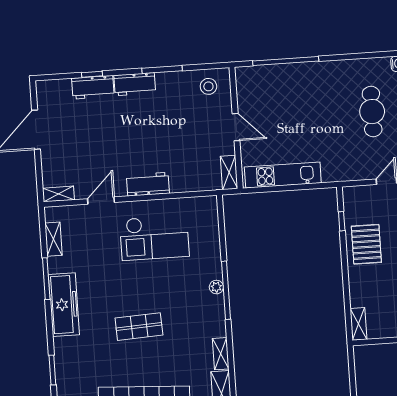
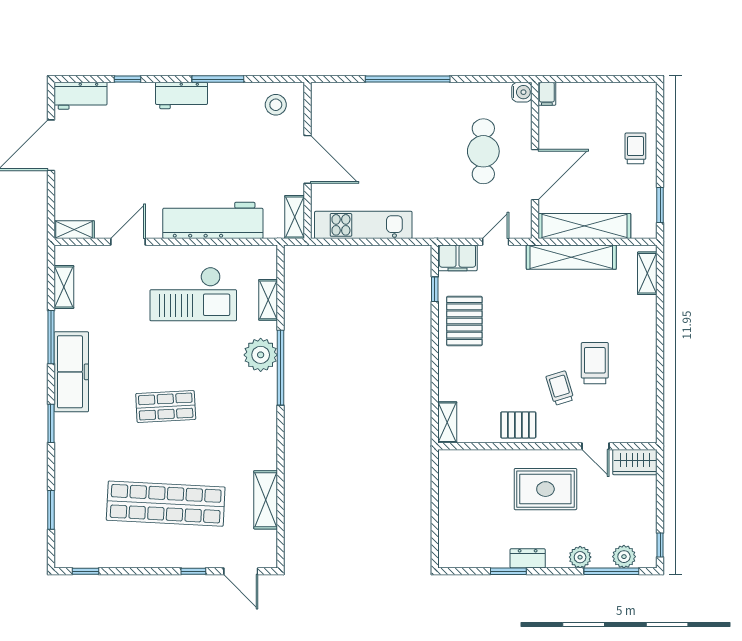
window: (286, 61) -> (408, 79), moved
workbench: (93, 87) -> (81, 96), moved
door: (236, 127) -> (308, 159), width x1.36
workbench: (148, 184) -> (213, 220), width x1.88, depth x1.32
filing cabinet: (358, 196) -> (457, 258), added
plant: (216, 287) -> (261, 355), width x1.88, depth x1.88
shelving: (221, 354) -> (268, 300), moved
window: (52, 370) -> (51, 423), moved

